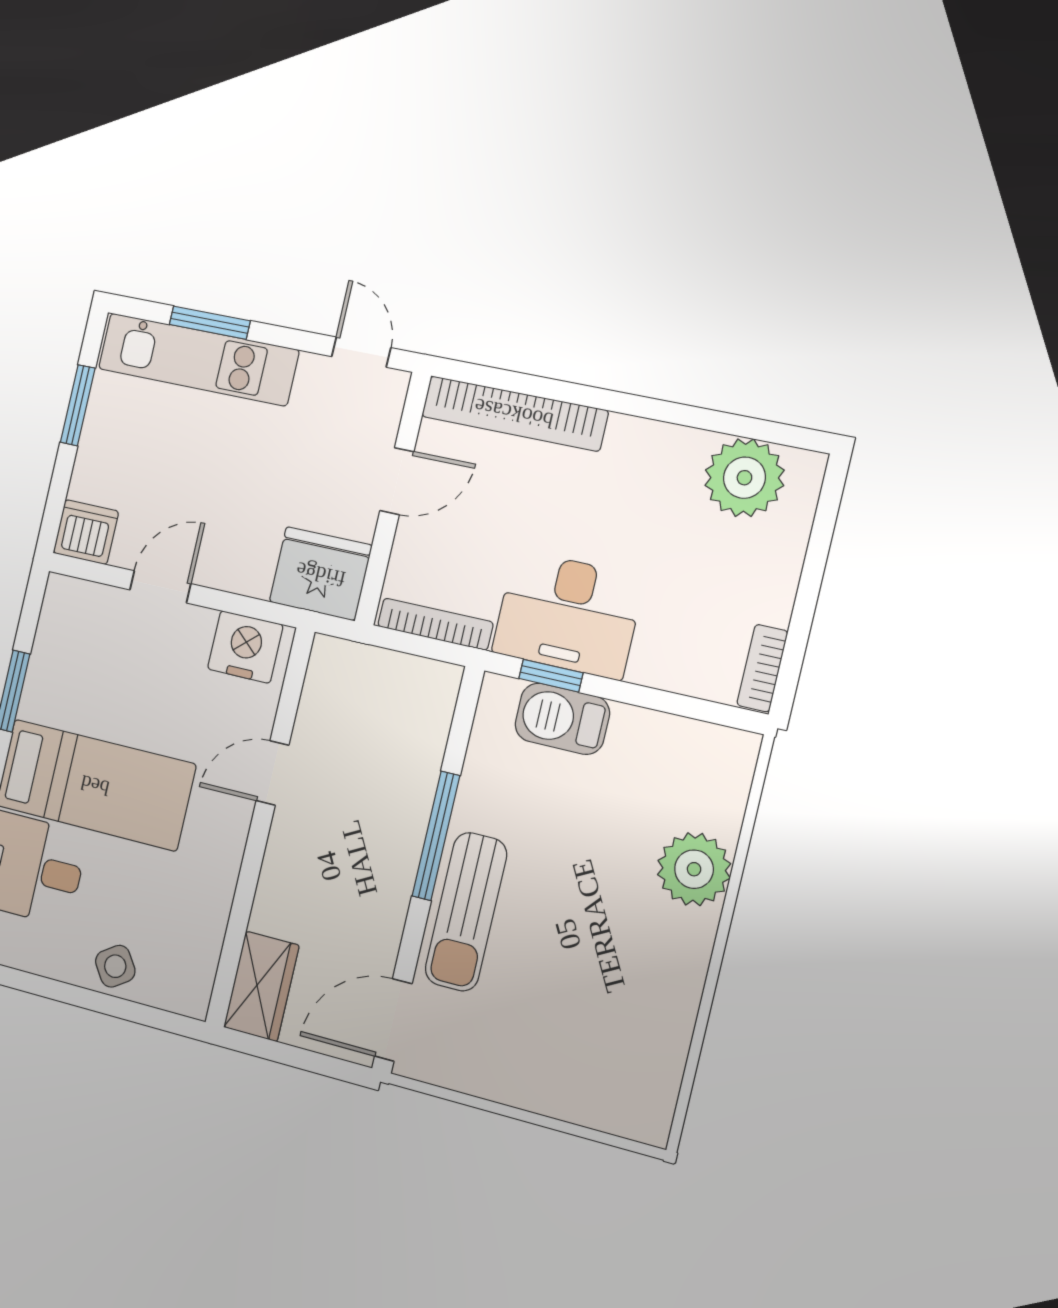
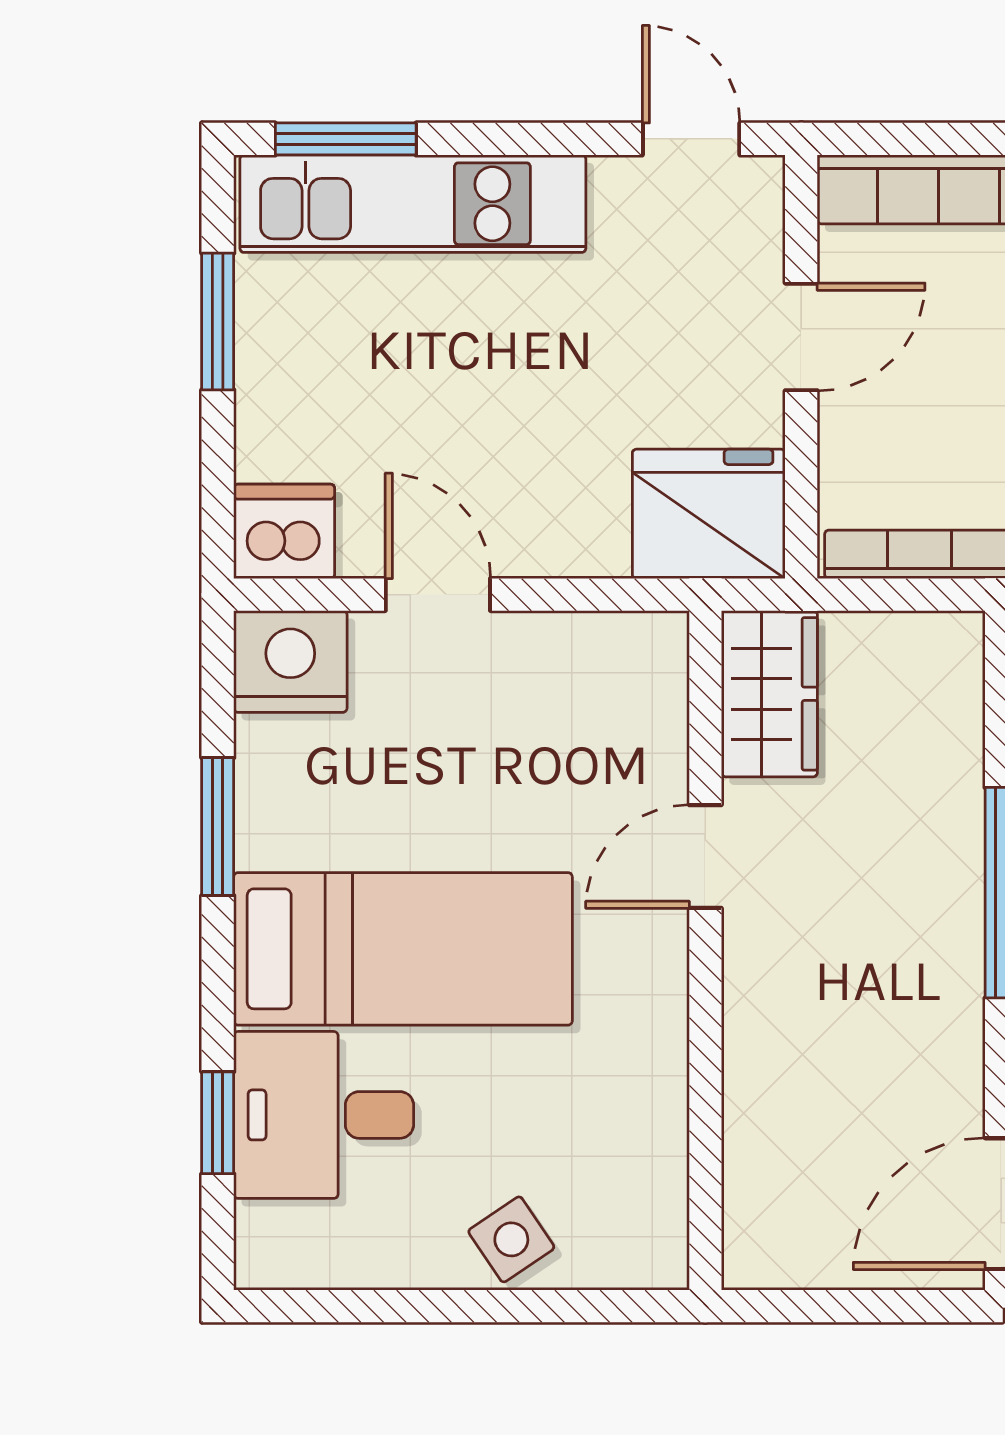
window: (210, 323) -> (346, 139), moved
door: (160, 587) -> (438, 595), hinge flipped
nightstand: (245, 647) -> (290, 661), moved
wardrobe: (261, 986) -> (769, 694), moved

